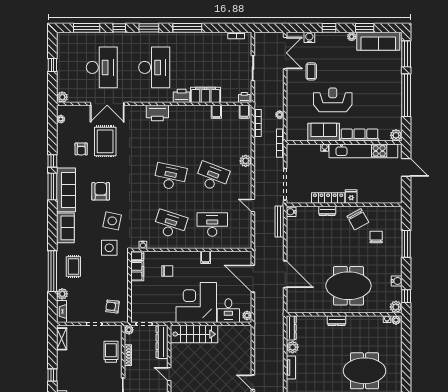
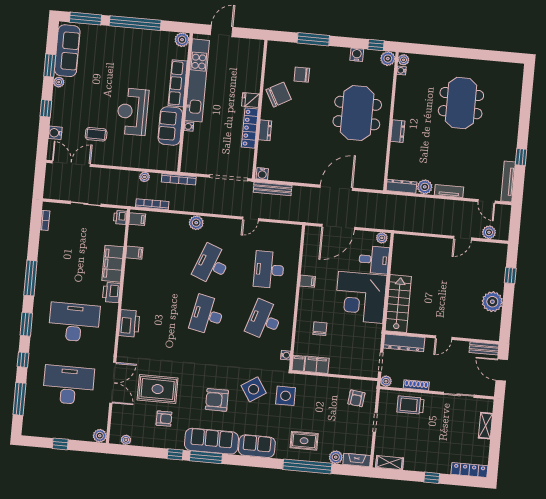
side table: (112, 221) -> (254, 389), turned 45

